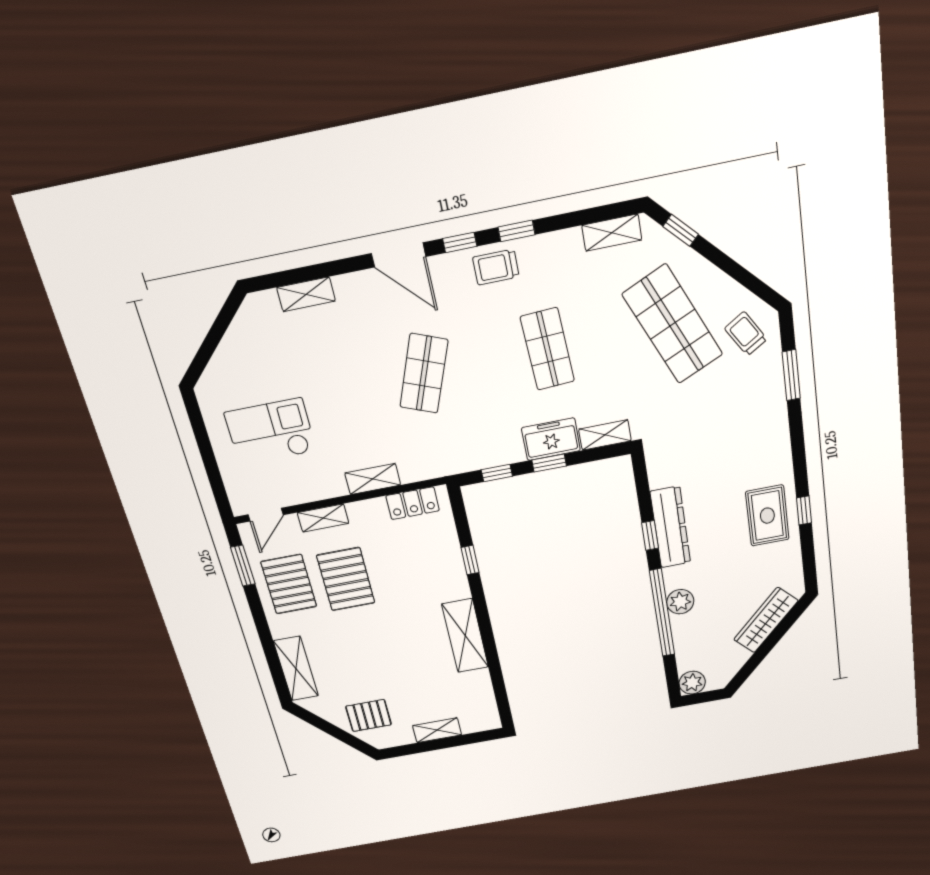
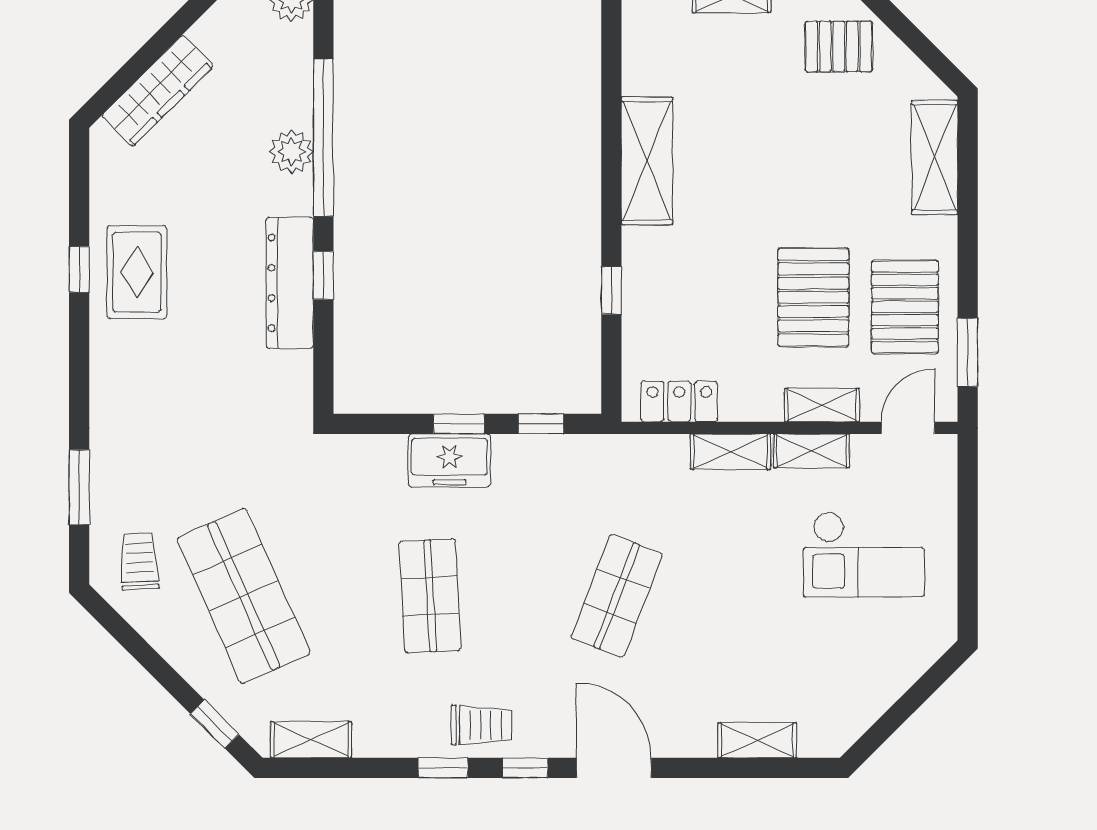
trolley: (746, 334) -> (139, 562), turned -151
shelving: (605, 435) -> (812, 451), moved

